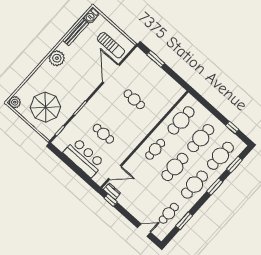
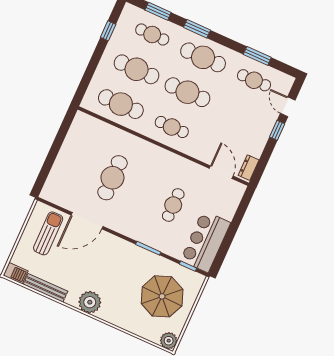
window: (156, 59) -> (47, 166), removed
cafe table: (134, 99) -> (112, 178), width x1.37, depth x1.35
cafe table: (220, 156) -> (152, 34), width x0.73, depth x0.74
bar counter: (84, 158) -> (205, 242), moved
window: (111, 200) -> (277, 130), moved

